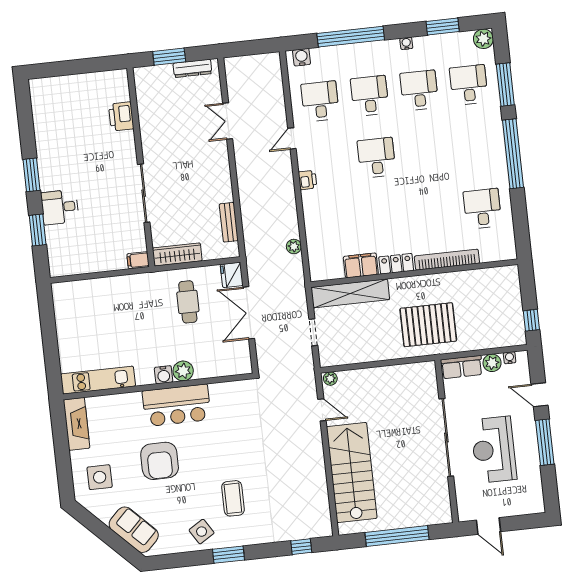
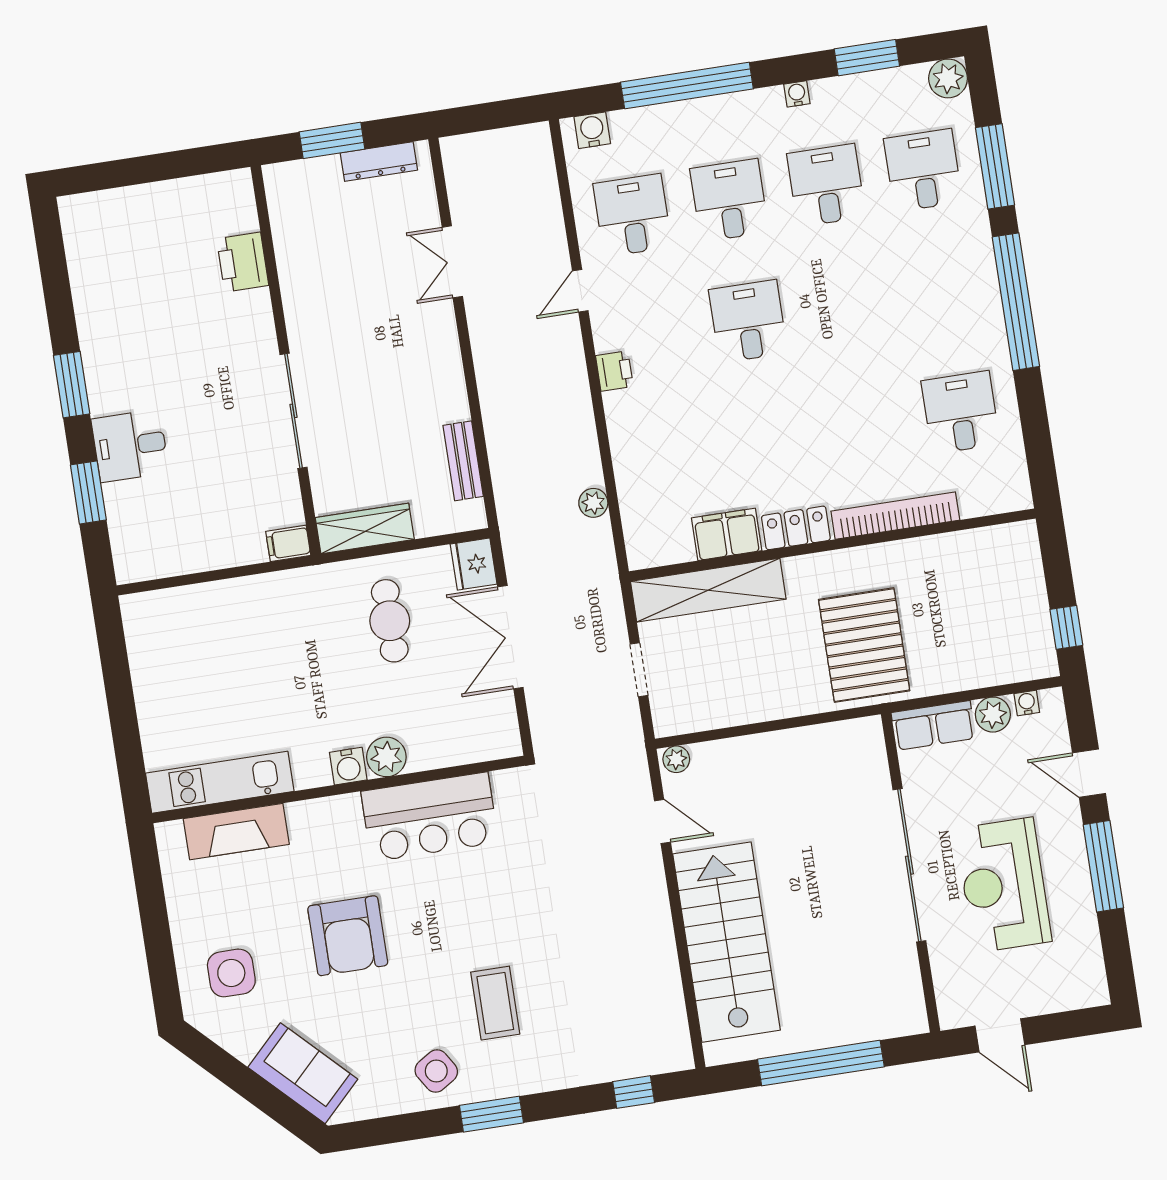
pallet: (428, 325) -> (864, 645), turned 90
bar counter: (177, 405) -> (430, 817), moved
fireplace: (77, 424) -> (236, 832), moved, turned 90

